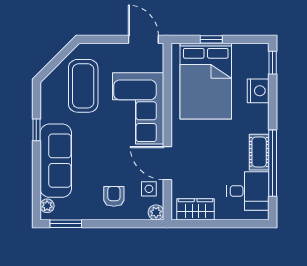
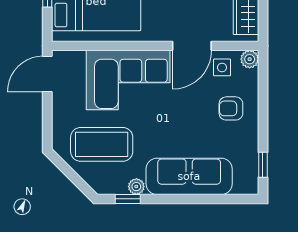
window: (36, 130) -> (128, 199), moved
plant: (47, 206) -> (136, 187), moved
window: (66, 224) -> (263, 165), width x0.67

